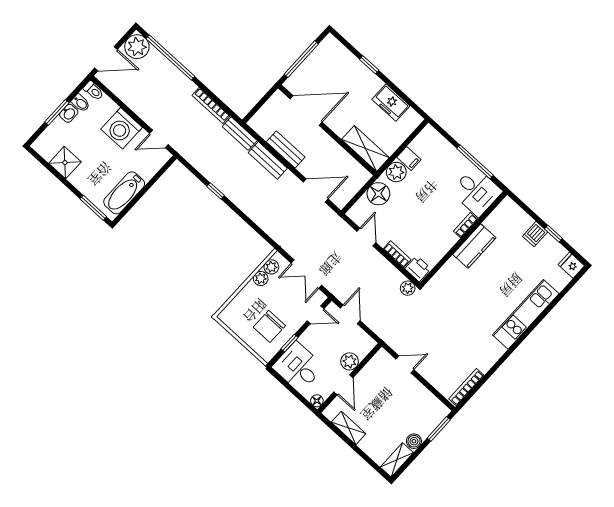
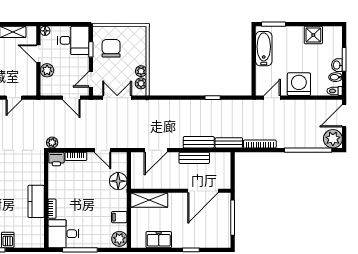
plant: (396, 172) -> (119, 239), moved

